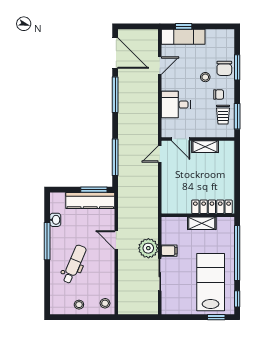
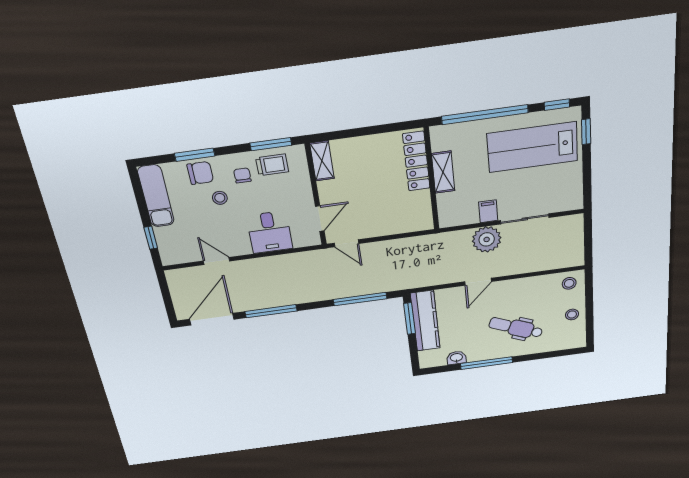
exam couch: (183, 37) -> (156, 196), moved
shelving: (205, 147) -> (322, 161), moved

